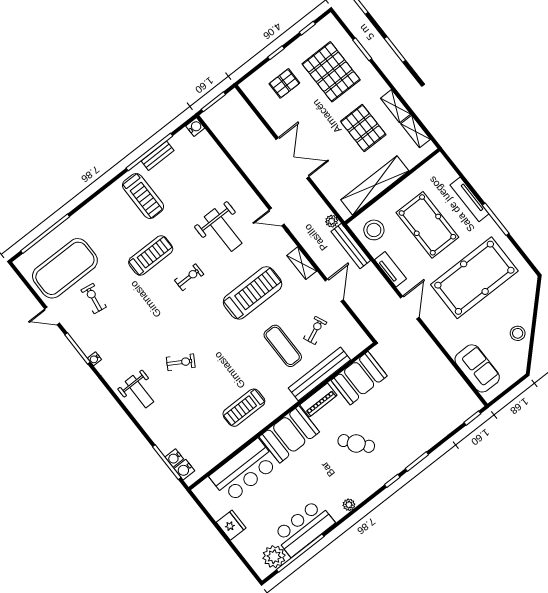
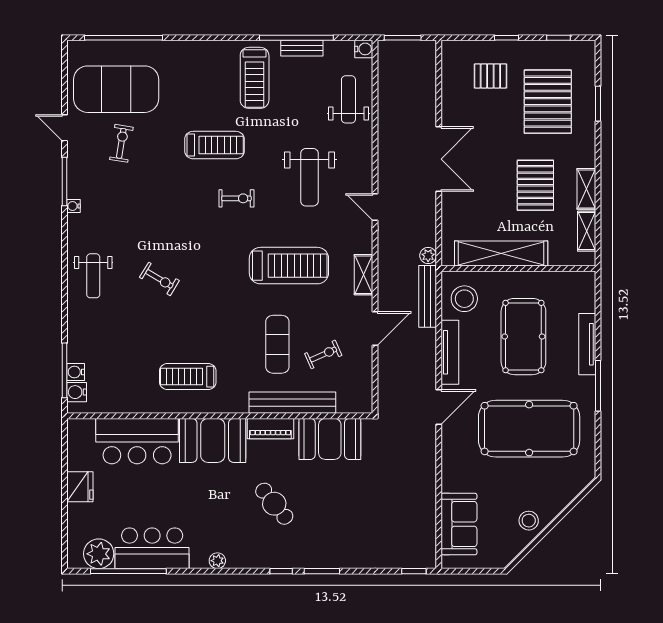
weight bench: (210, 165) -> (348, 99), added
tv unit: (390, 269) -> (450, 352), width x1.41

